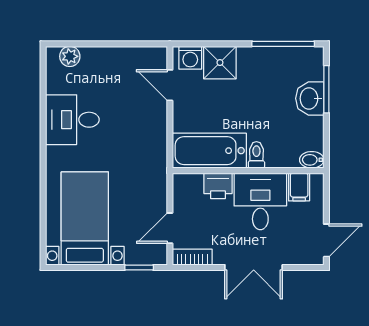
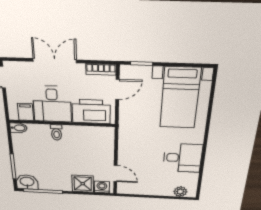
washbasin: (310, 98) -> (27, 182), moved, turned -90
bathtub: (209, 151) -> (89, 136), removed
printer: (218, 186) -> (91, 112), width x1.87, depth x1.48

